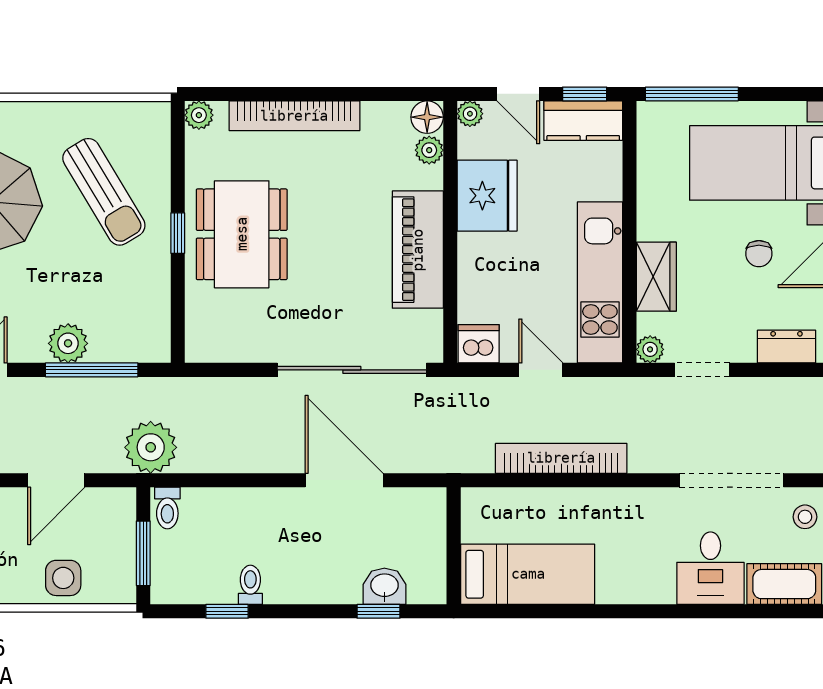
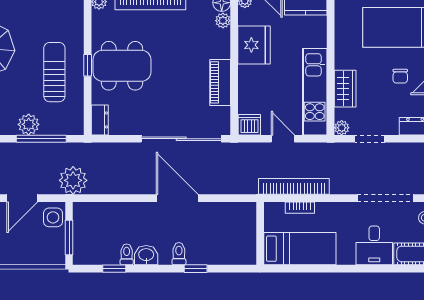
sun lounger: (104, 192) -> (54, 72), moved, turned -149
dining table: (242, 234) -> (122, 66), turned 90
piano: (418, 250) -> (220, 82), width x0.73, depth x0.75
dresser: (200, 335) -> (100, 120), added
bookcase: (573, 498) -> (300, 208), added
toilet: (167, 508) -> (179, 254), moved, turned 180
wall: (454, 546) -> (260, 233), moved
bed: (528, 574) -> (300, 249), moved
side table: (63, 578) -> (53, 217), moved
washbasin: (384, 586) -> (146, 255), moved

